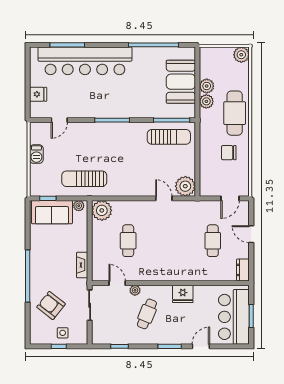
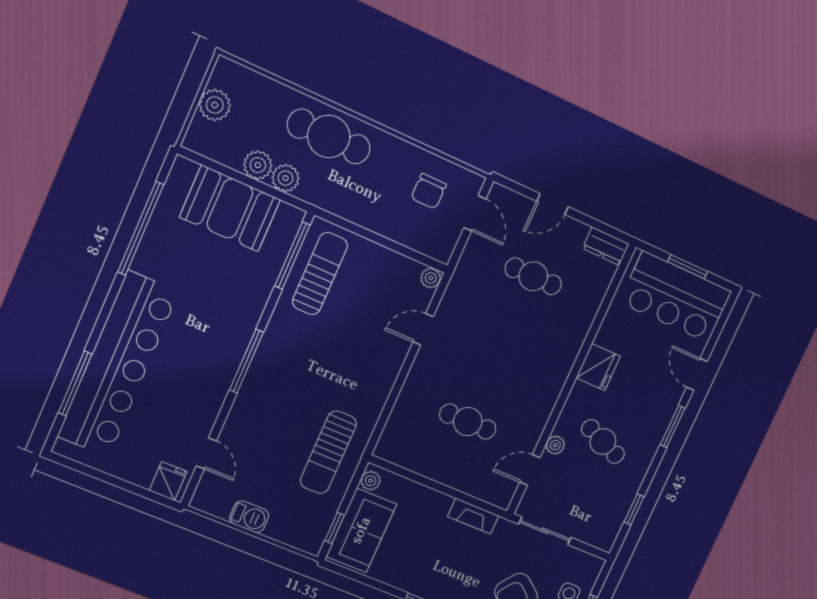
plant: (241, 55) -> (215, 105), moved
fridge: (38, 94) -> (168, 481), moved
chair: (229, 153) -> (429, 191), moved
plant: (185, 186) -> (431, 278), width x0.53, depth x0.53
plant: (102, 210) -> (396, 445), removed

